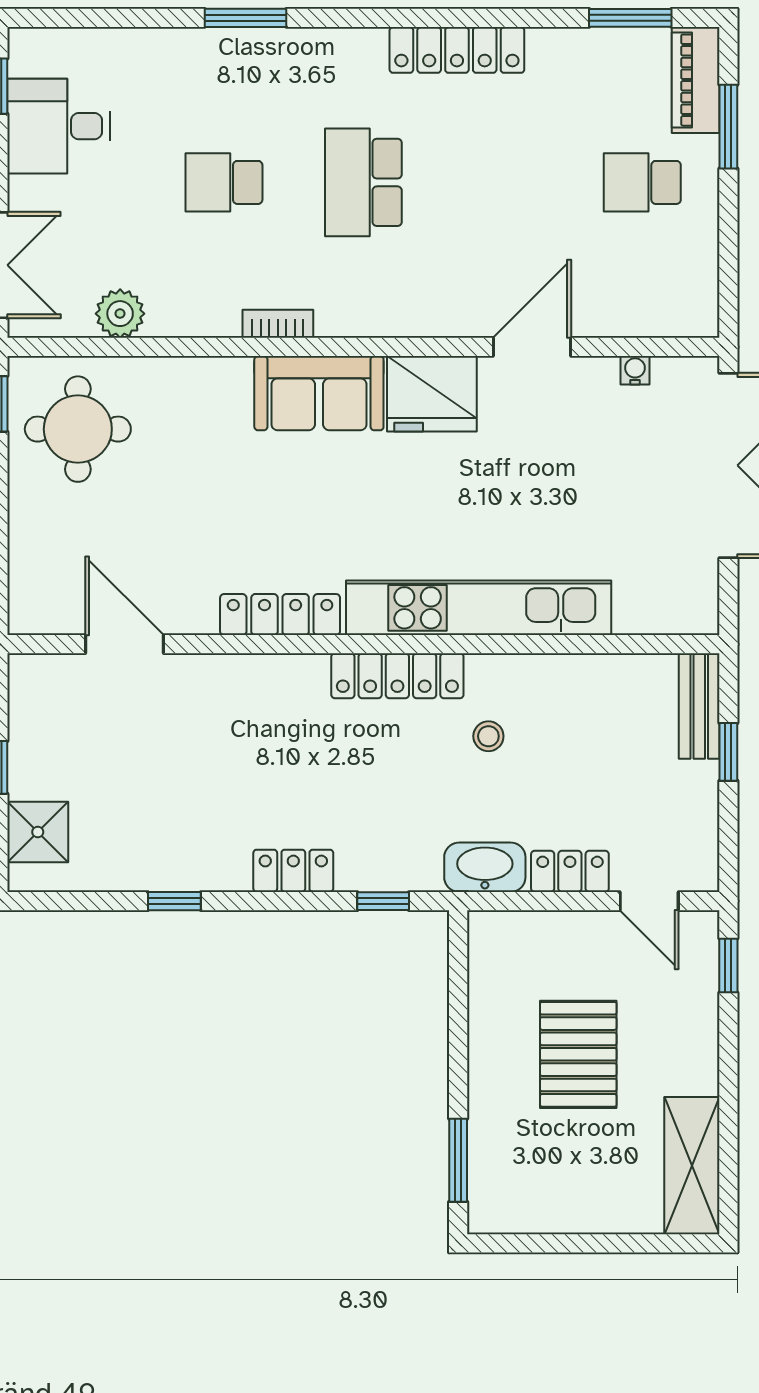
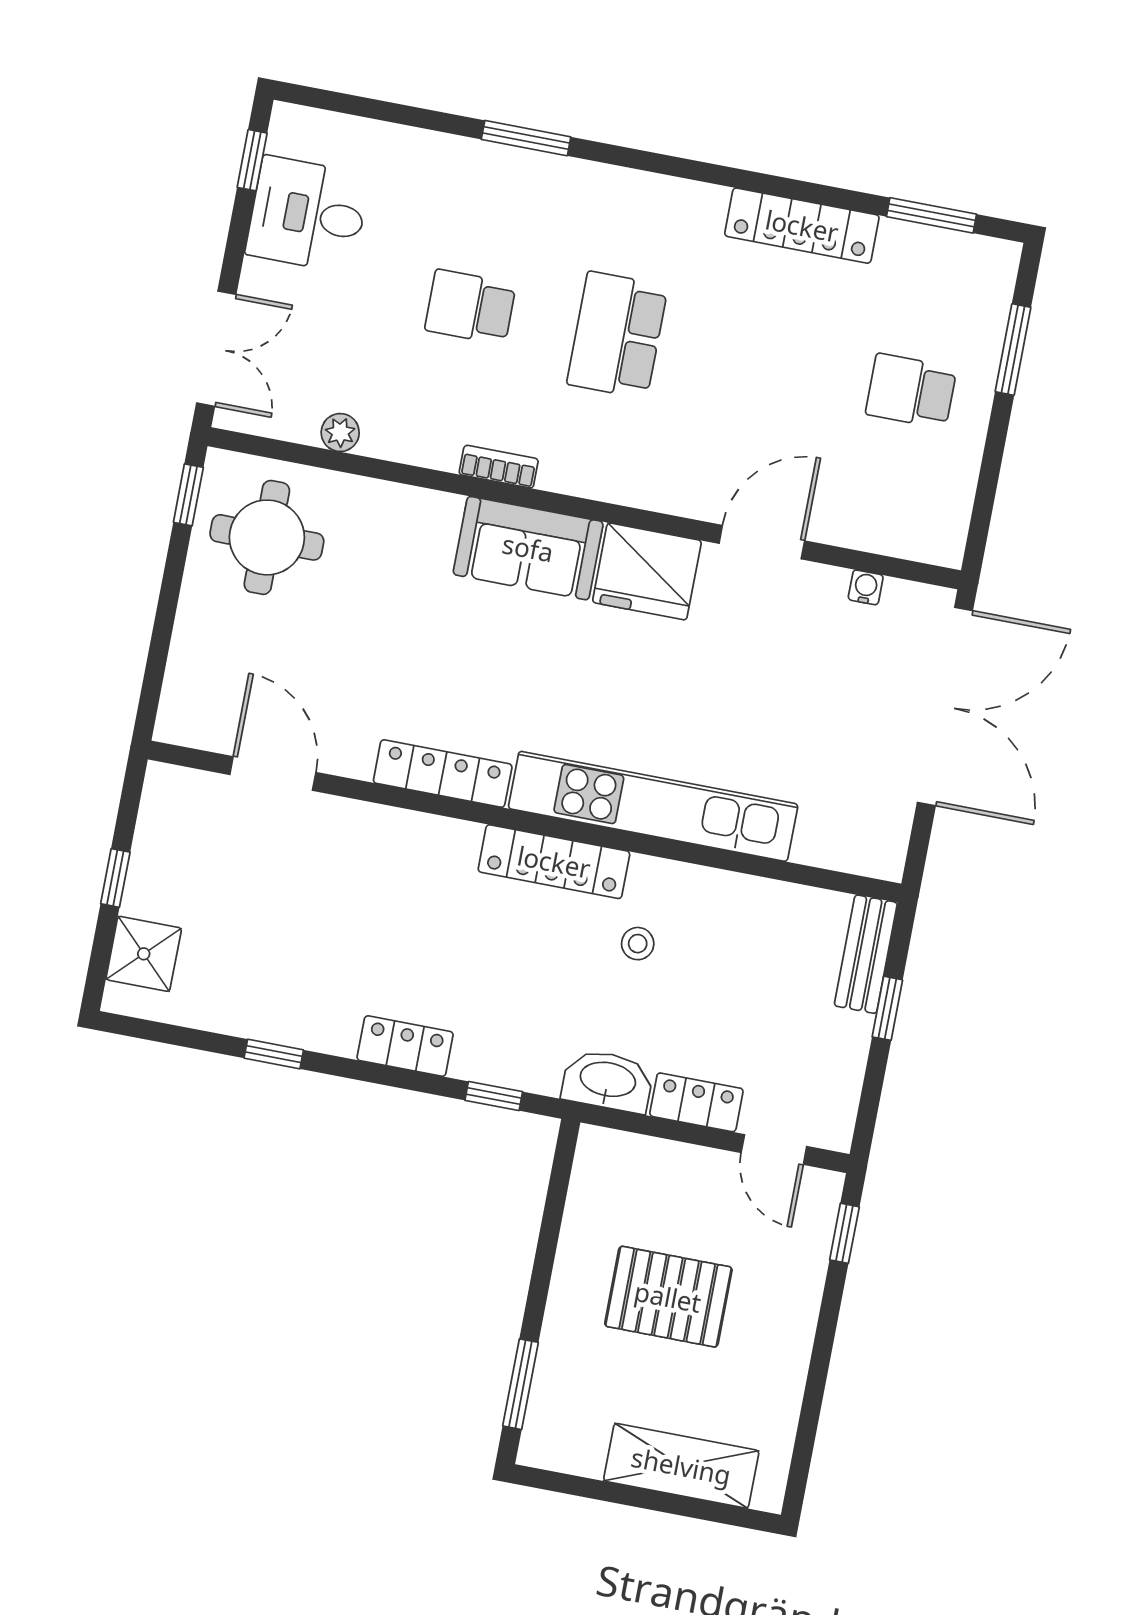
locker: (457, 50) -> (802, 226), moved
piano: (696, 80) -> (988, 294), removed
plant: (120, 314) -> (340, 433), width x0.73, depth x0.73
pallet: (578, 1054) -> (668, 1297), turned 90
shelving: (692, 1166) -> (681, 1466), moved, turned 90

